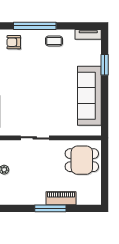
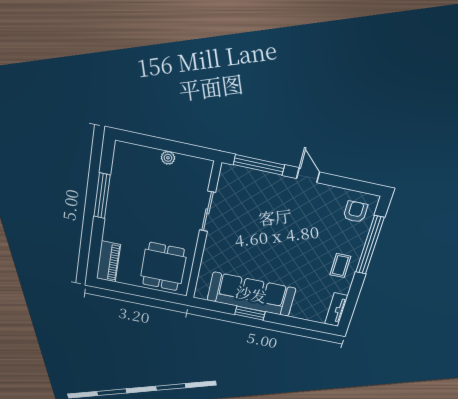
window: (105, 65) -> (250, 313), moved
piano: (61, 198) -> (108, 262), moved
window: (50, 208) -> (102, 196), moved

